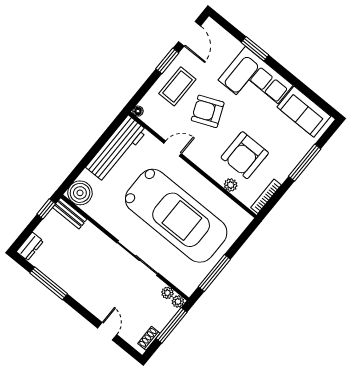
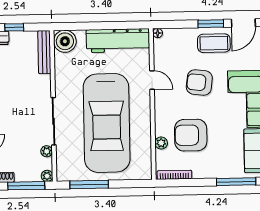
coffee table: (177, 86) -> (214, 43), moved
armchair: (208, 111) -> (199, 82), turned -60
window: (305, 163) -> (236, 182), moved
window: (46, 209) -> (14, 27), moved
bench: (70, 213) -> (44, 52), width x1.36
plant: (167, 293) -> (47, 151), moved

